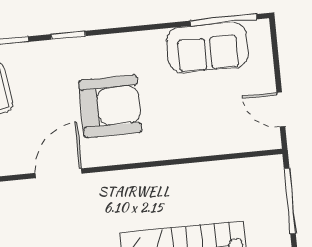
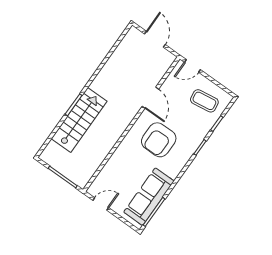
sofa: (208, 47) -> (149, 197), width x1.36

